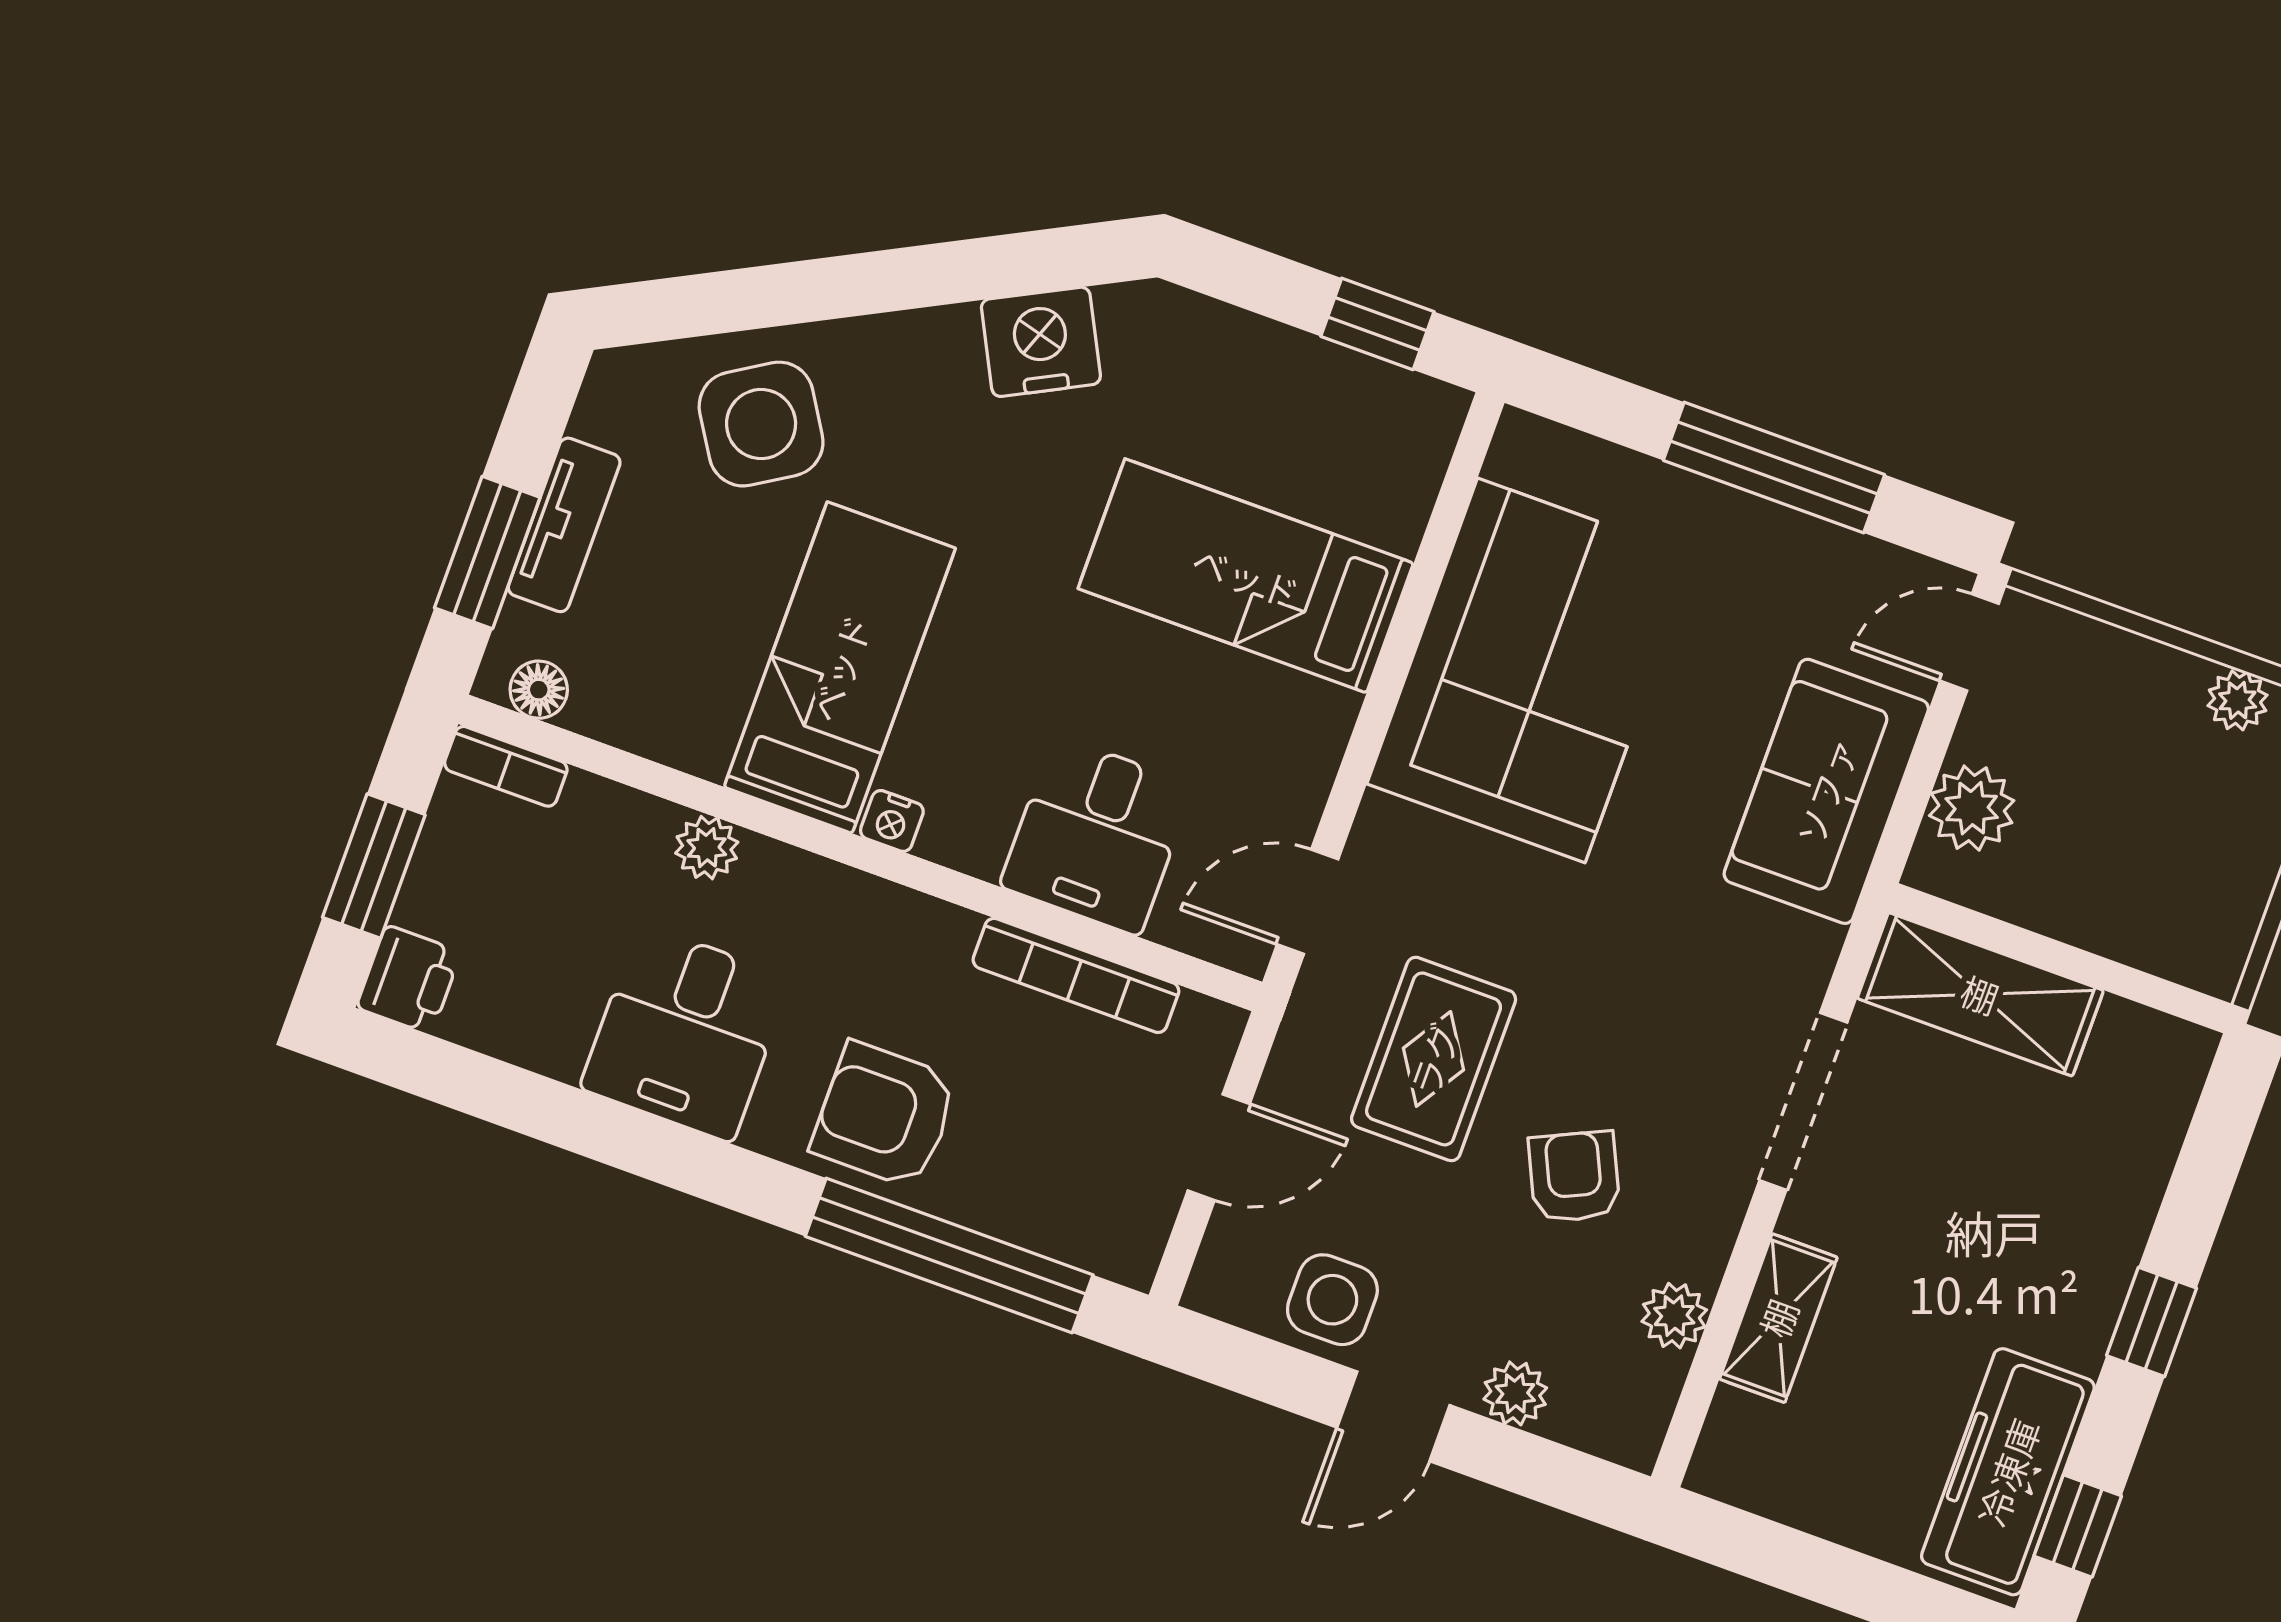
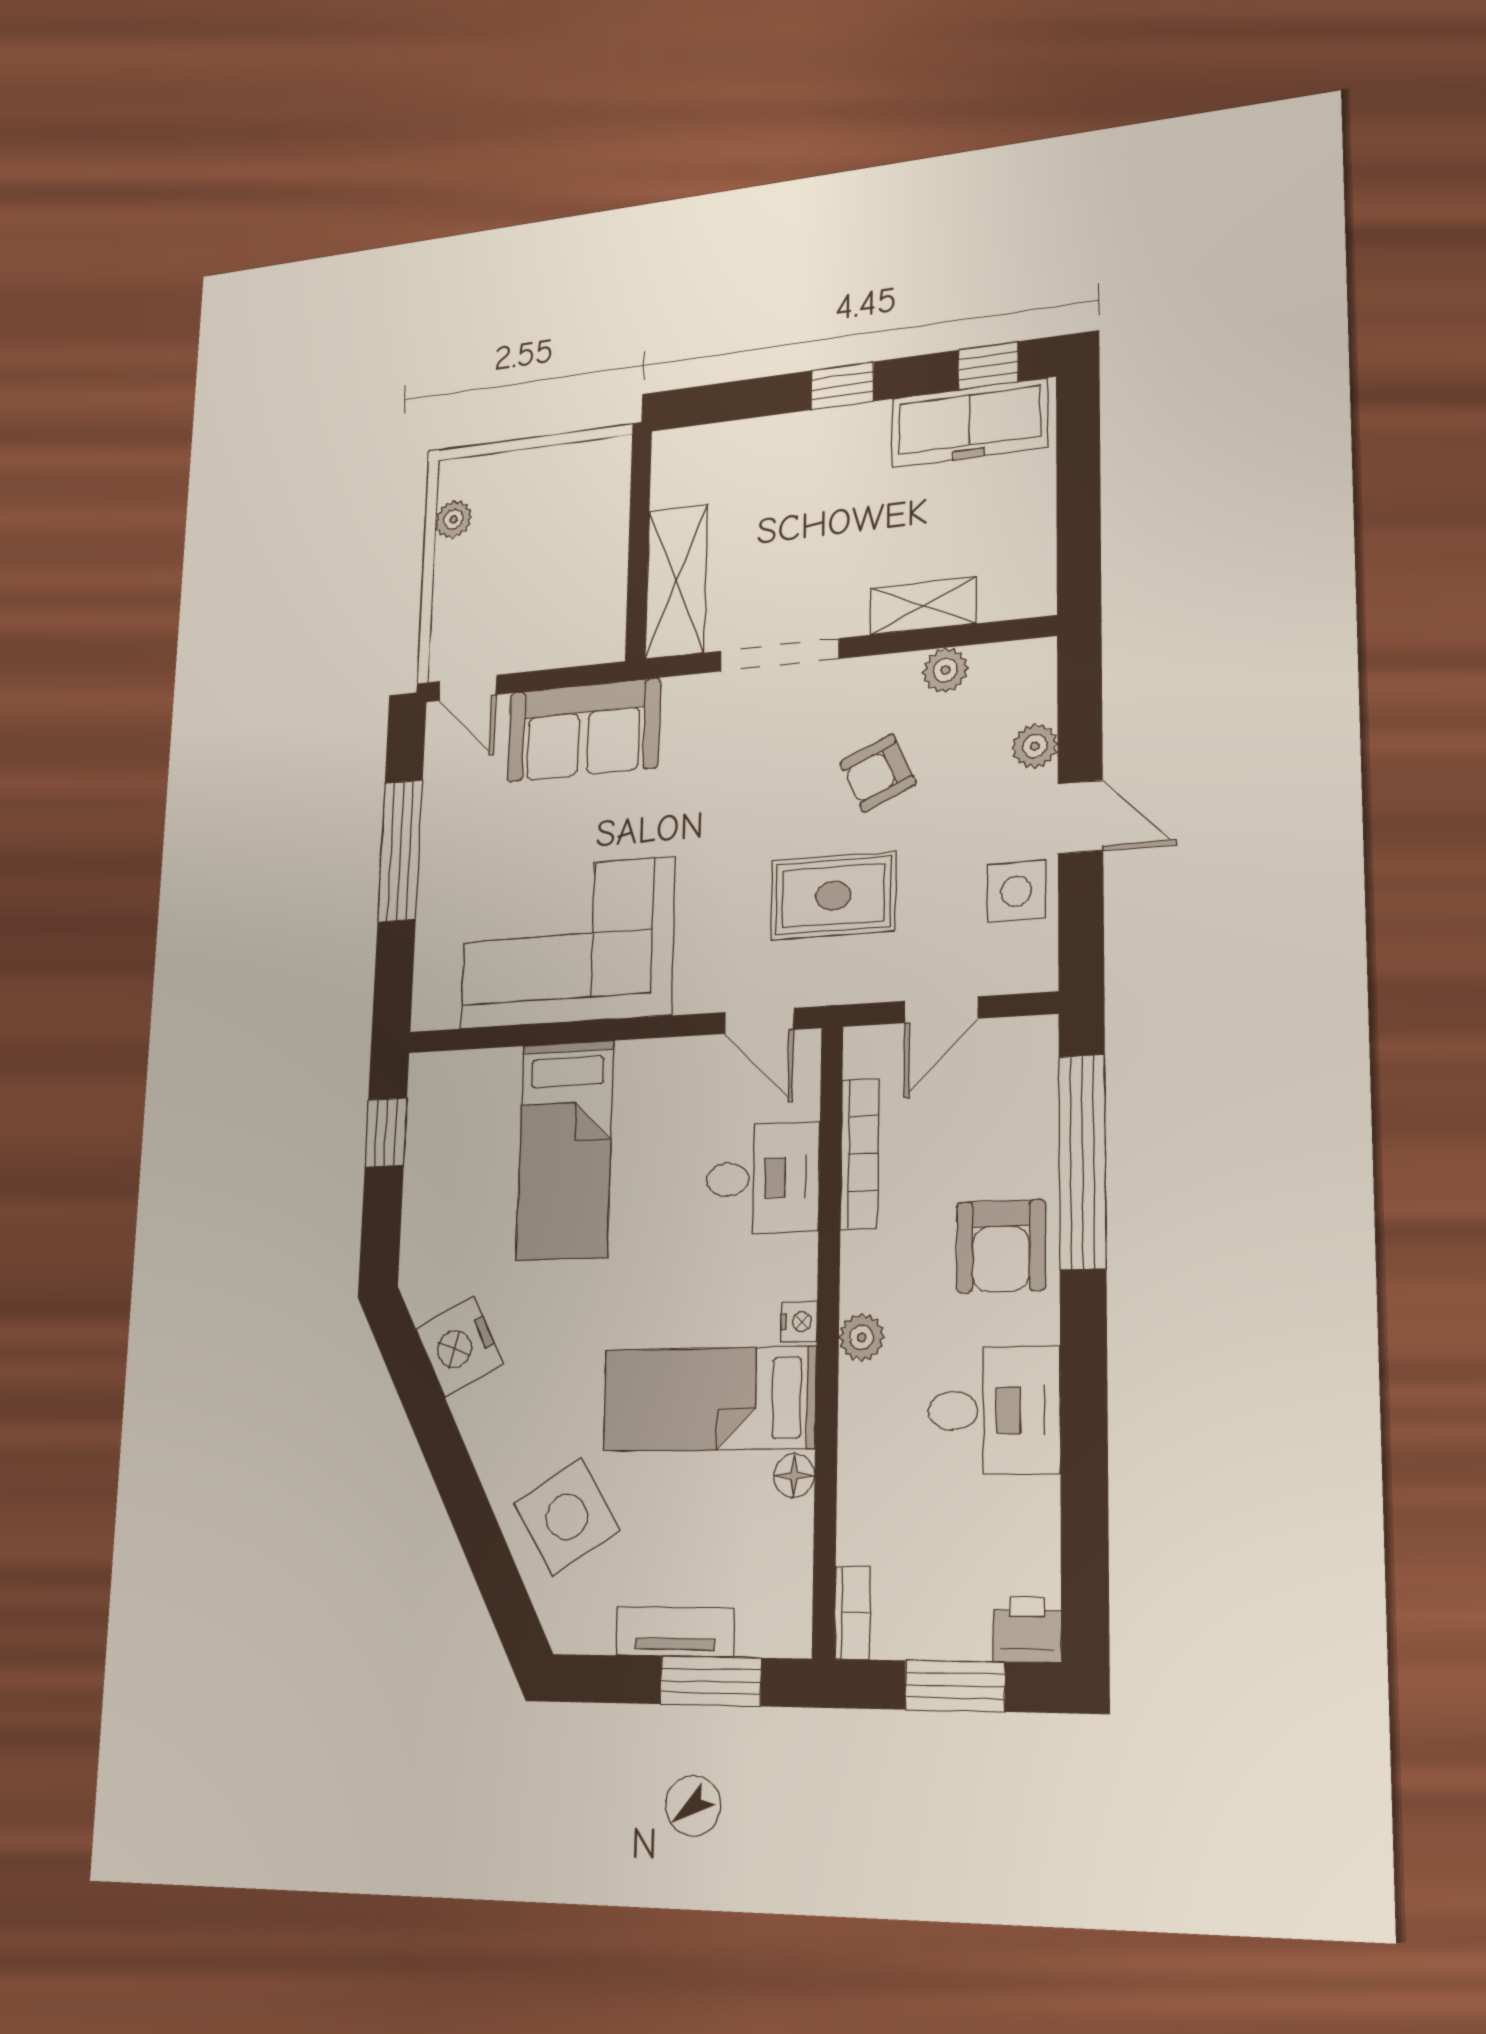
floor lamp: (539, 690) -> (794, 1476), moved
plant: (1972, 808) -> (566, 640), removed
plant: (707, 848) -> (862, 1337), moved
door: (1219, 1147) -> (941, 1010), swing flipped

